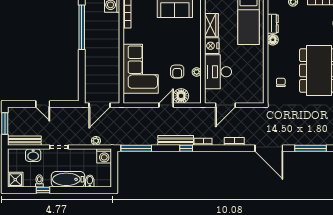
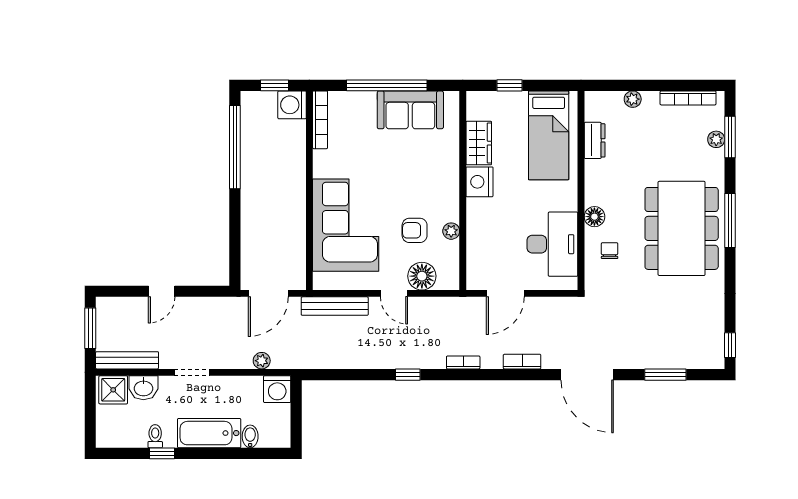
floor lamp: (273, 40) -> (594, 217), moved
armchair: (177, 72) -> (415, 230), turned 90
desk: (218, 72) -> (552, 244), moved, turned 180
door: (43, 104) -> (162, 291), hinge flipped
door: (166, 105) -> (394, 293), swing flipped
bench: (176, 140) -> (335, 306), moved
window: (136, 148) -> (338, 375), removed
window: (186, 148) -> (408, 375), moved
window: (311, 148) -> (665, 375), width x0.69
shower: (15, 180) -> (113, 390), moved

